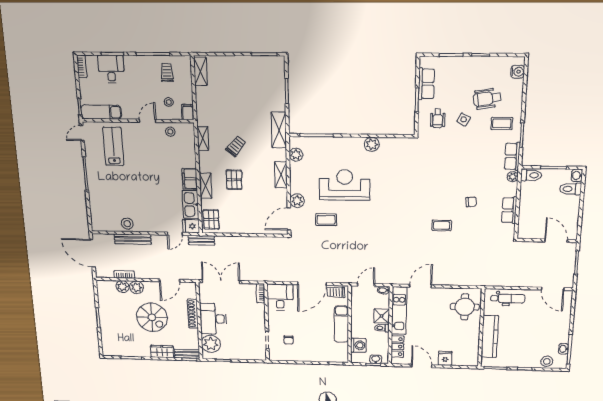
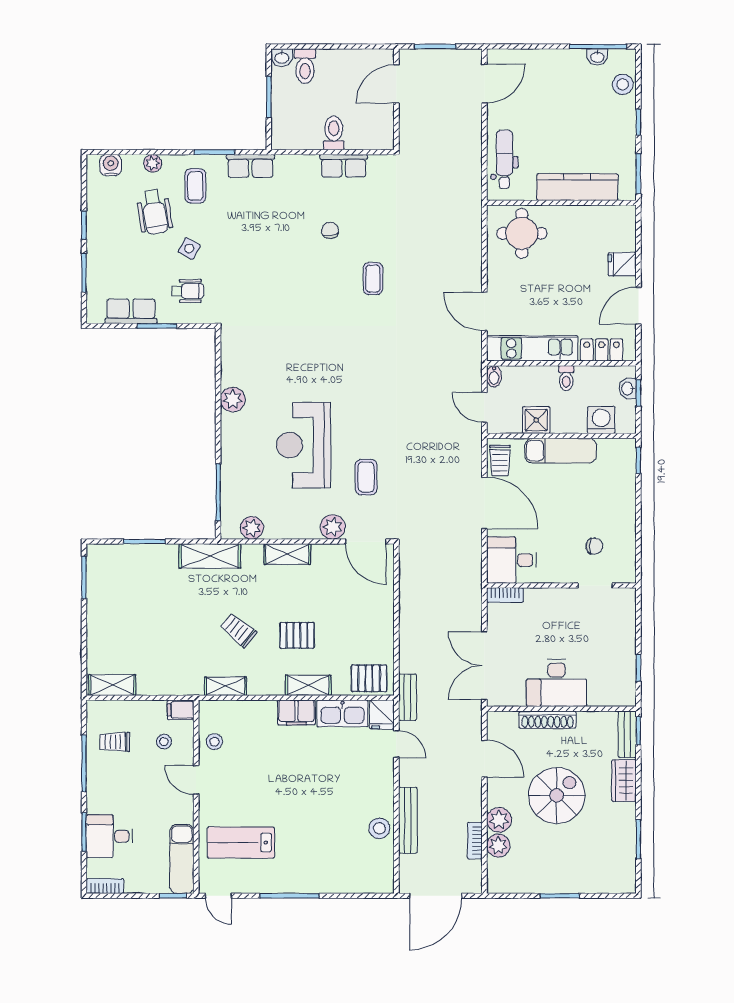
toilet: (531, 175) -> (334, 133), moved
plant: (513, 177) -> (153, 163), moved
shower: (382, 316) -> (536, 420), moved
plant: (211, 344) -> (606, 689), removed

